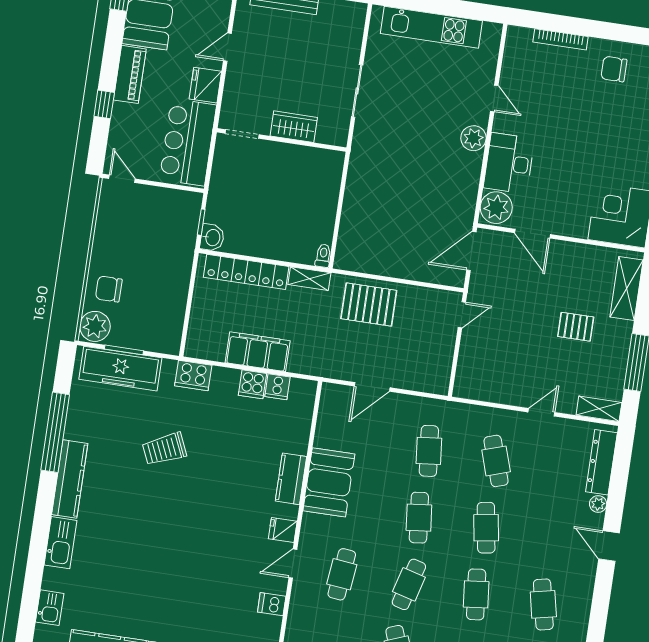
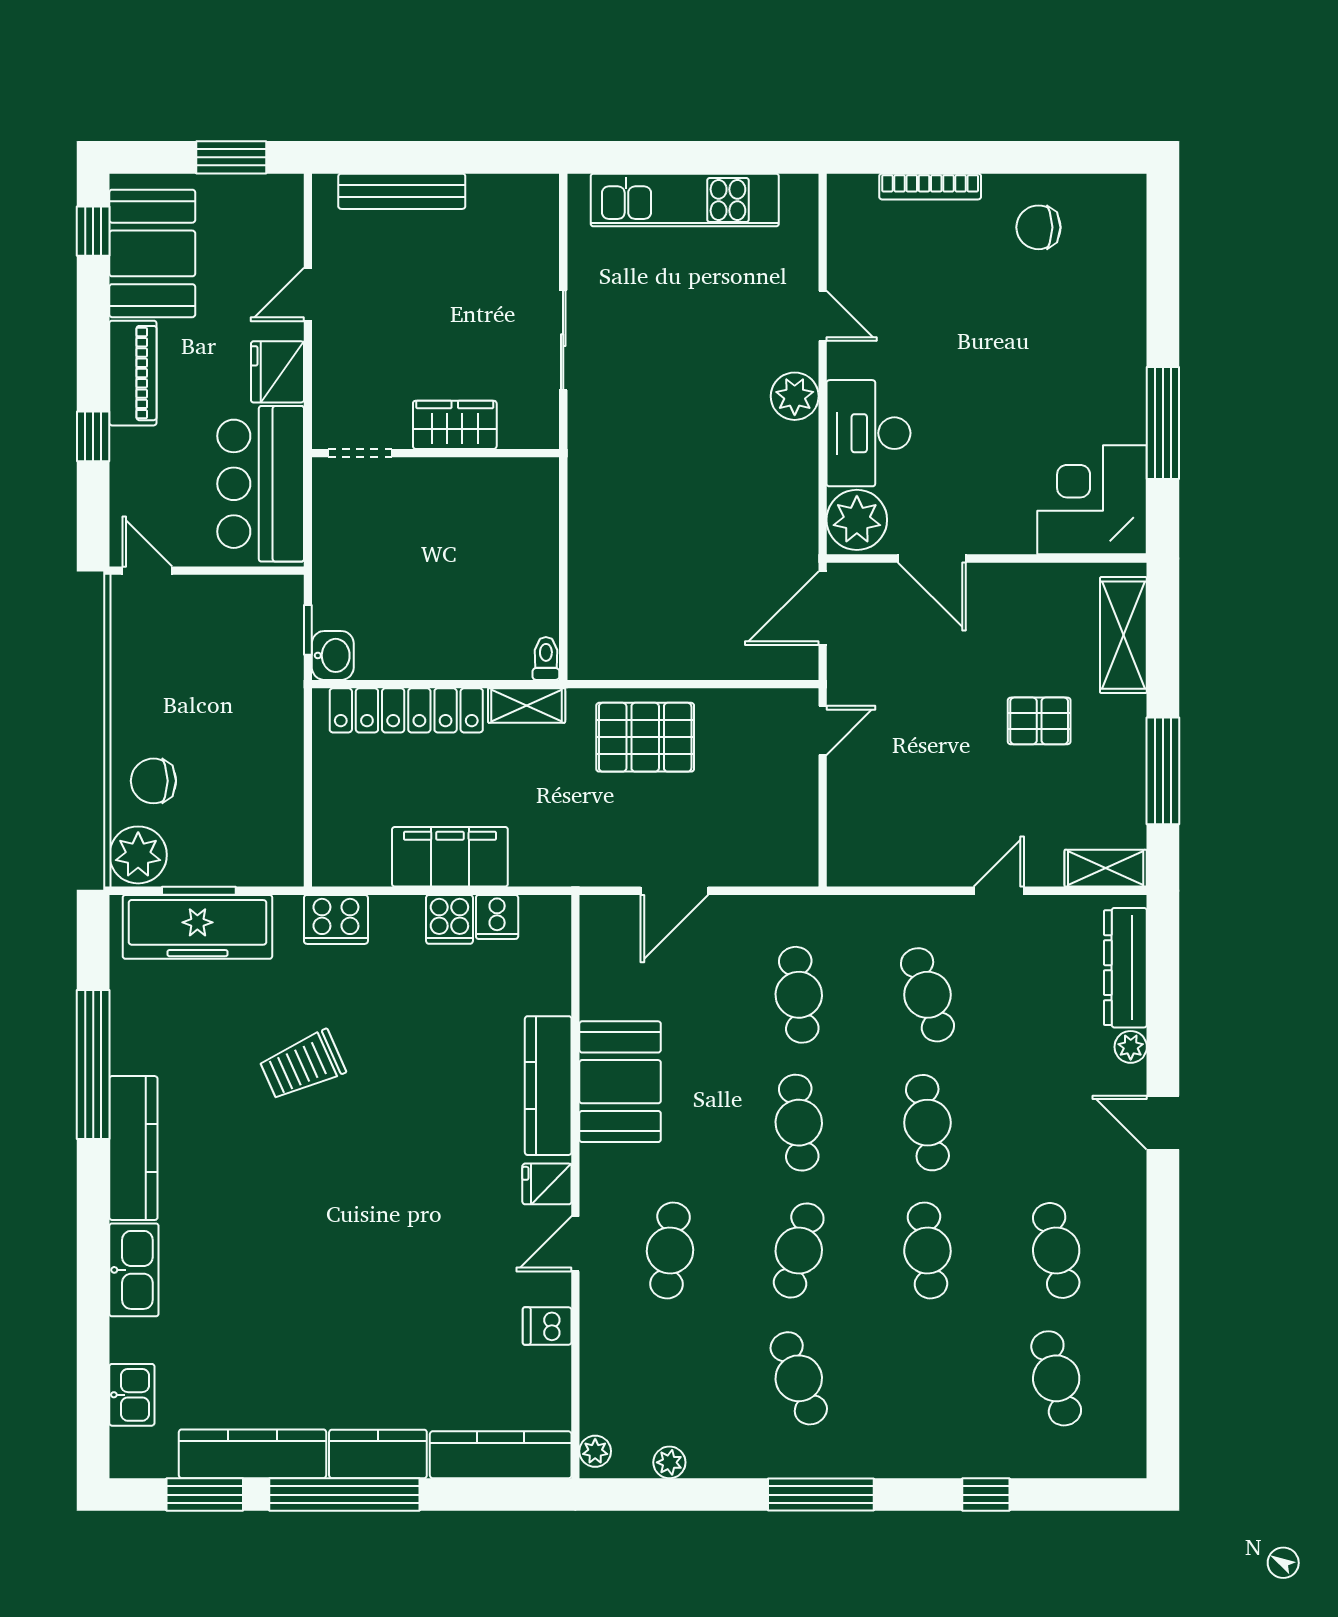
kitchen counter: (291, 479) -> (548, 1086), width x1.50

